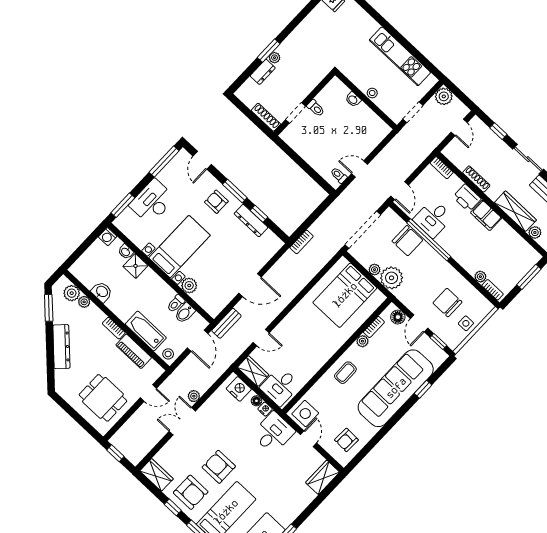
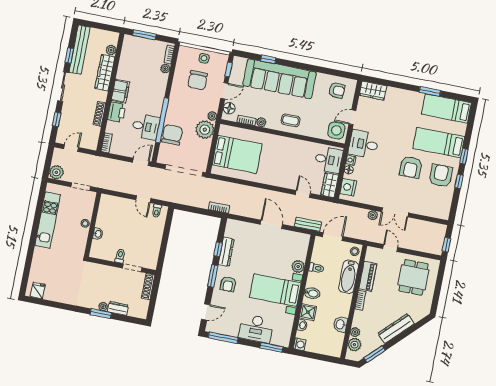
plant: (375, 270) -> (212, 116), moved
bidet: (185, 313) -> (312, 293), moved
wardrobe: (156, 475) -> (444, 207), removed

